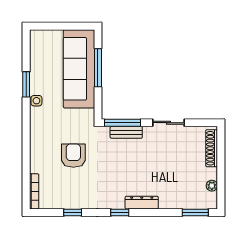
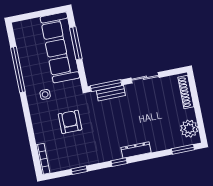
window: (26, 84) -> (18, 70), width x2.11
side table: (36, 101) -> (45, 94), moved
plant: (212, 186) -> (189, 129), width x1.87, depth x1.87

